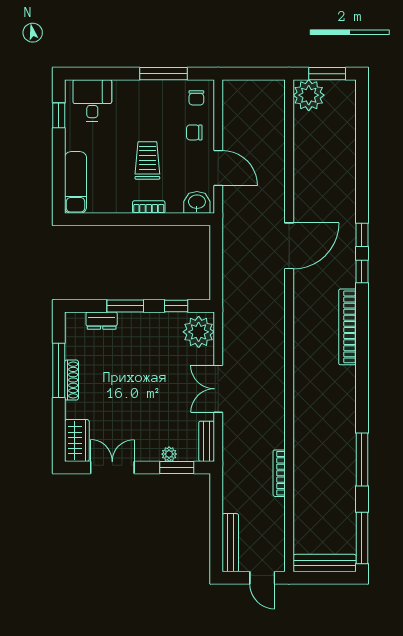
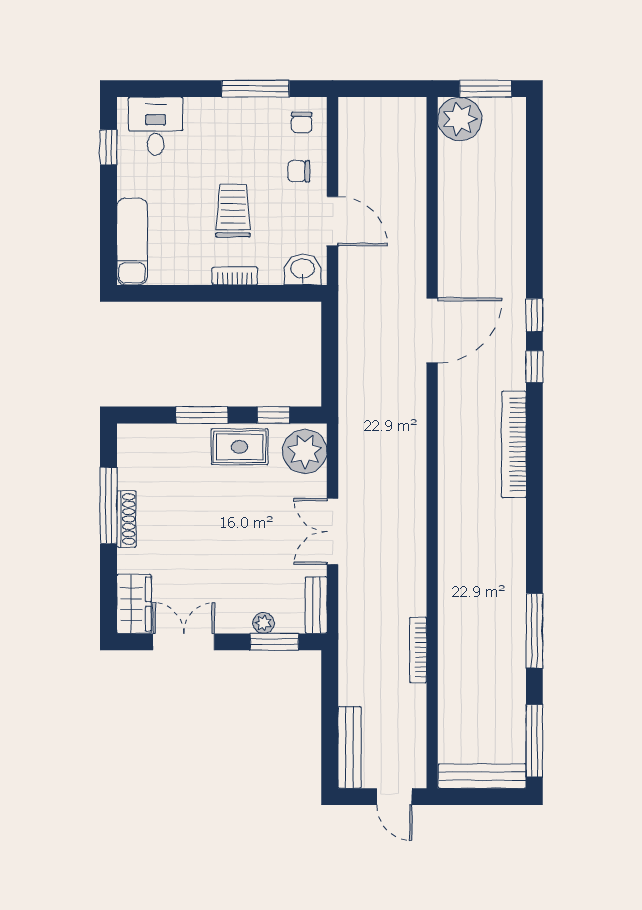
dresser: (102, 321) -> (169, 436), removed
rug: (152, 329) -> (240, 447), added

